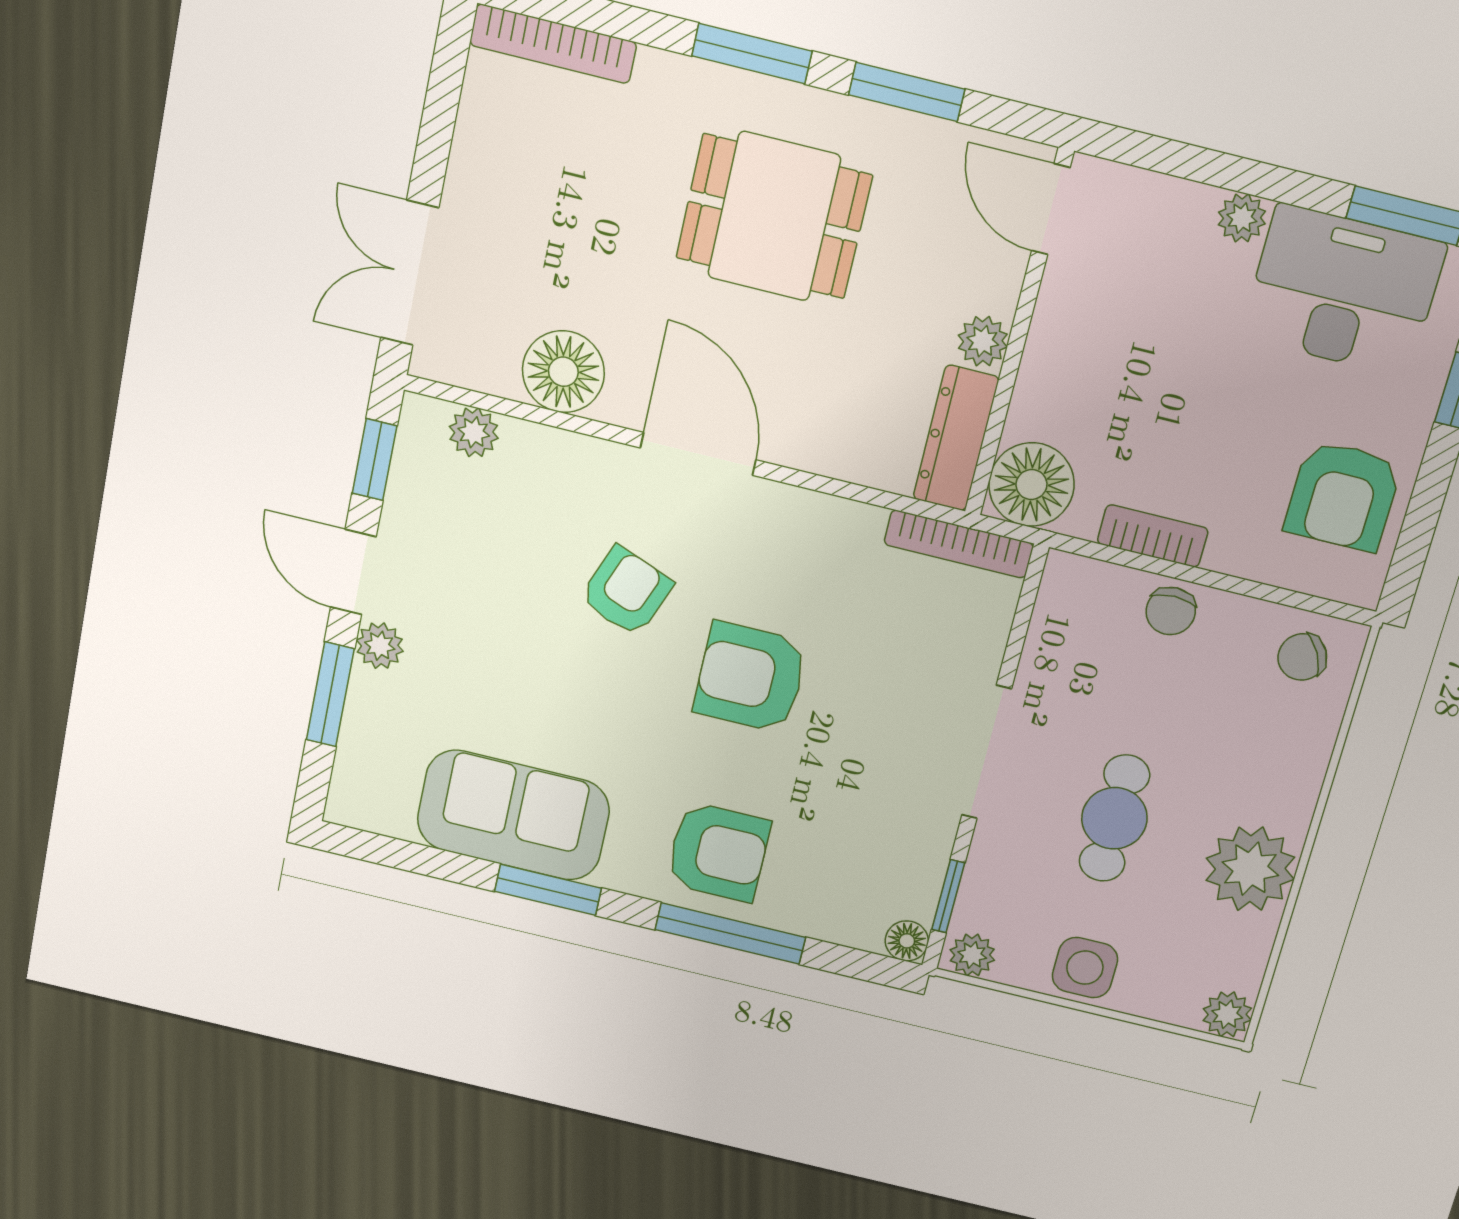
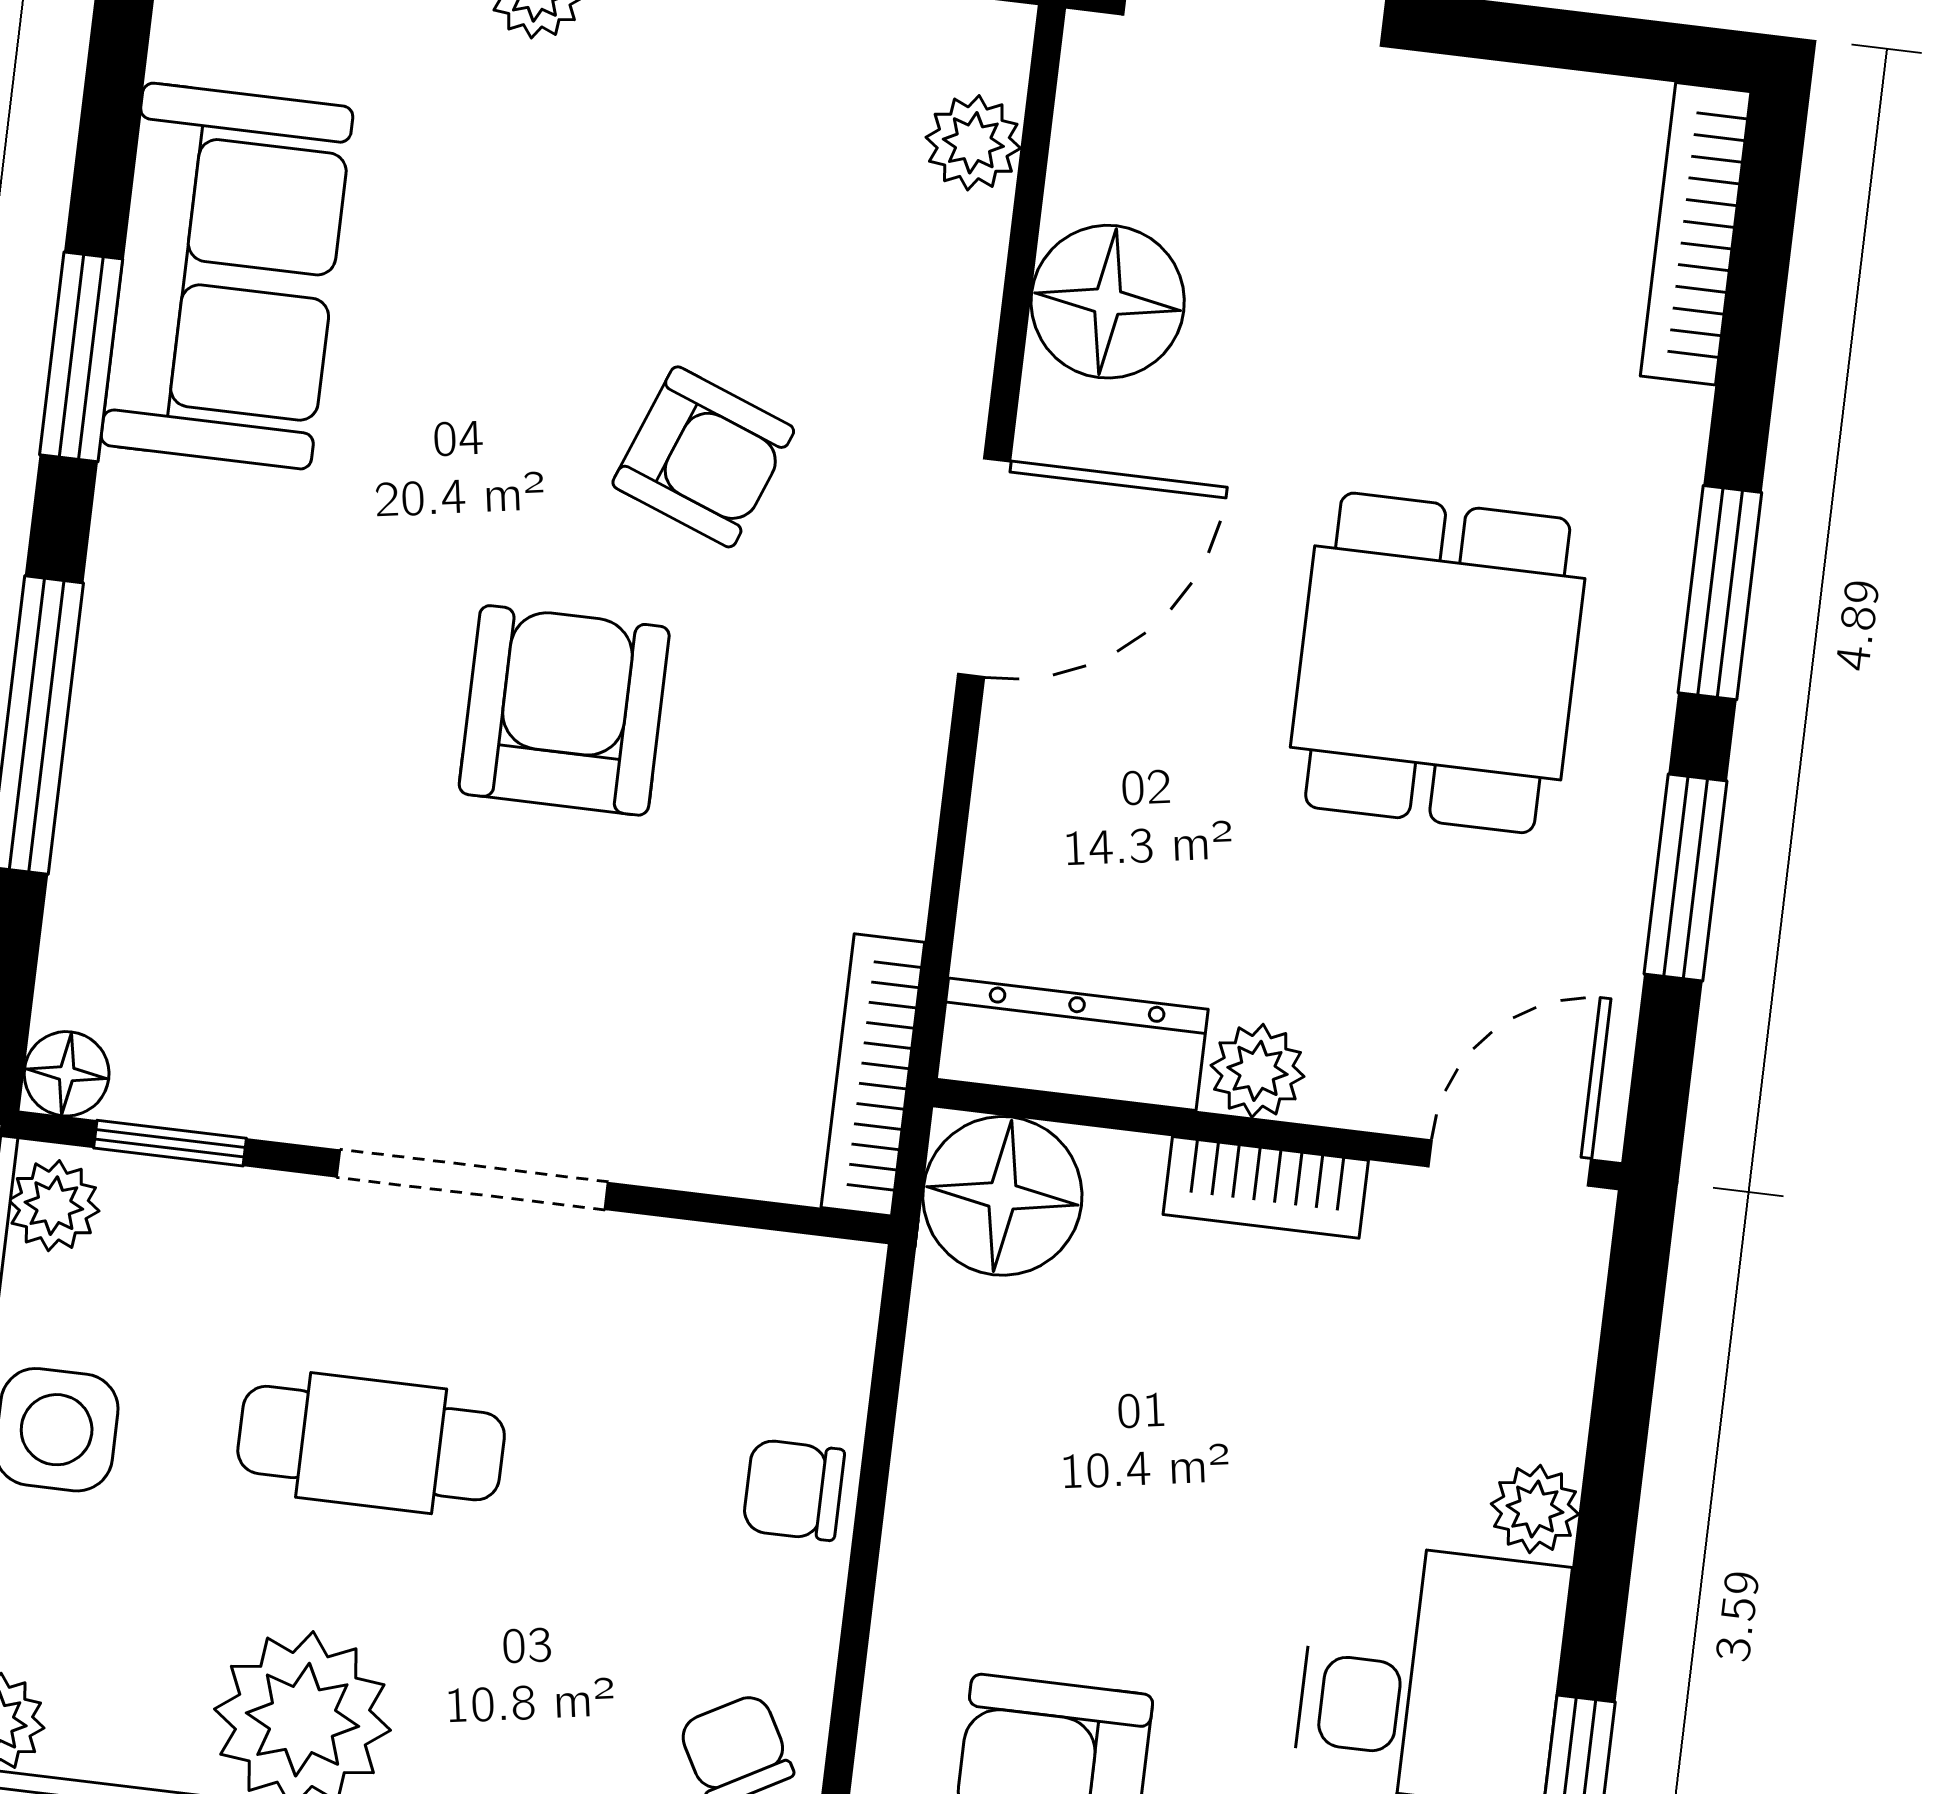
bookcase: (1153, 536) -> (1266, 1187), moved, turned 90
armchair: (718, 852) -> (203, 684), removed

